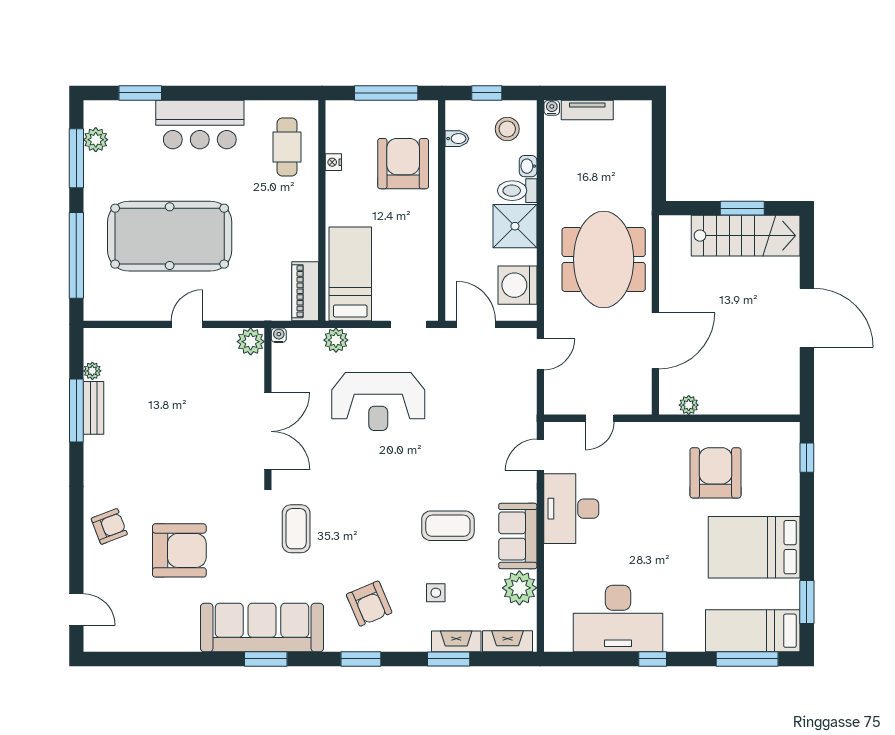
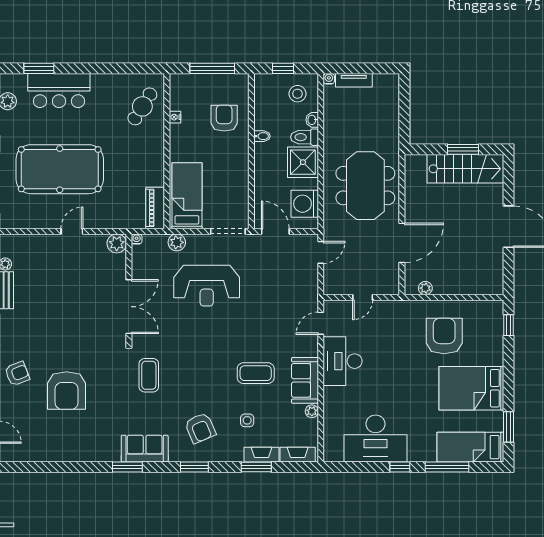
bar counter: (200, 124) -> (59, 91), moved
bidet: (457, 139) -> (262, 136), moved
cafe table: (287, 147) -> (142, 106), turned 32
armchair: (403, 164) -> (224, 118), width x0.73, depth x0.73
doorway: (408, 324) -> (228, 231), width x1.38
armchair: (179, 550) -> (67, 391), turned 90
plant: (519, 588) -> (312, 411), width x0.53, depth x0.53
sofa: (262, 628) -> (145, 449), width x0.54, depth x0.79
window: (747, 659) -> (447, 467), moved

